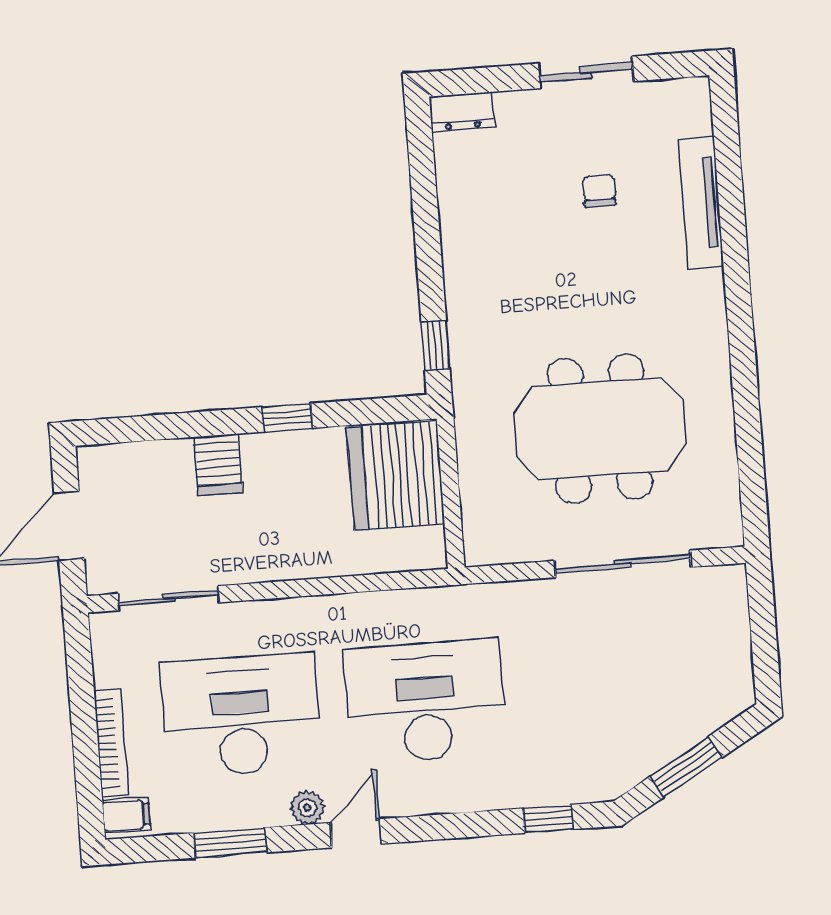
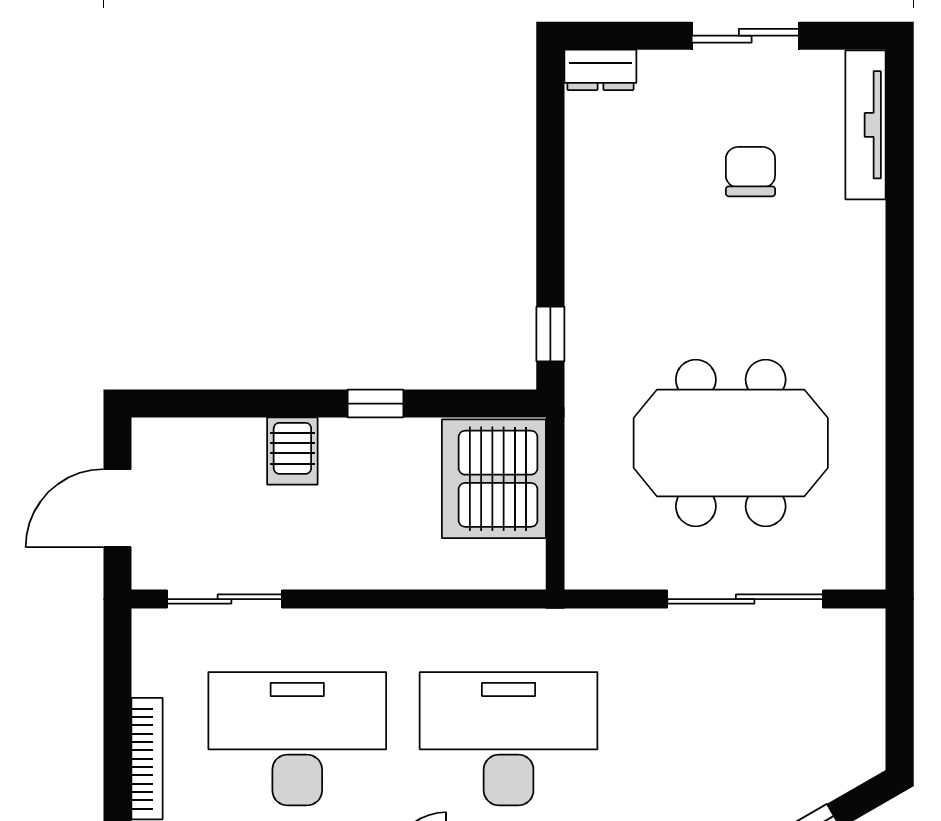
chair: (599, 191) -> (750, 172), width x1.37, depth x1.37
tv unit: (701, 203) -> (865, 125), moved

